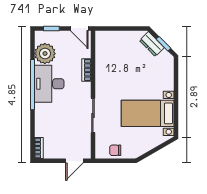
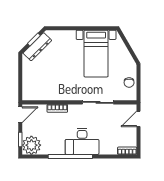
dresser: (152, 44) -> (37, 47), width x1.44
plant: (45, 54) -> (31, 145), moved
desk: (49, 84) -> (82, 141), moved
door: (74, 161) -> (138, 119), swing flipped

